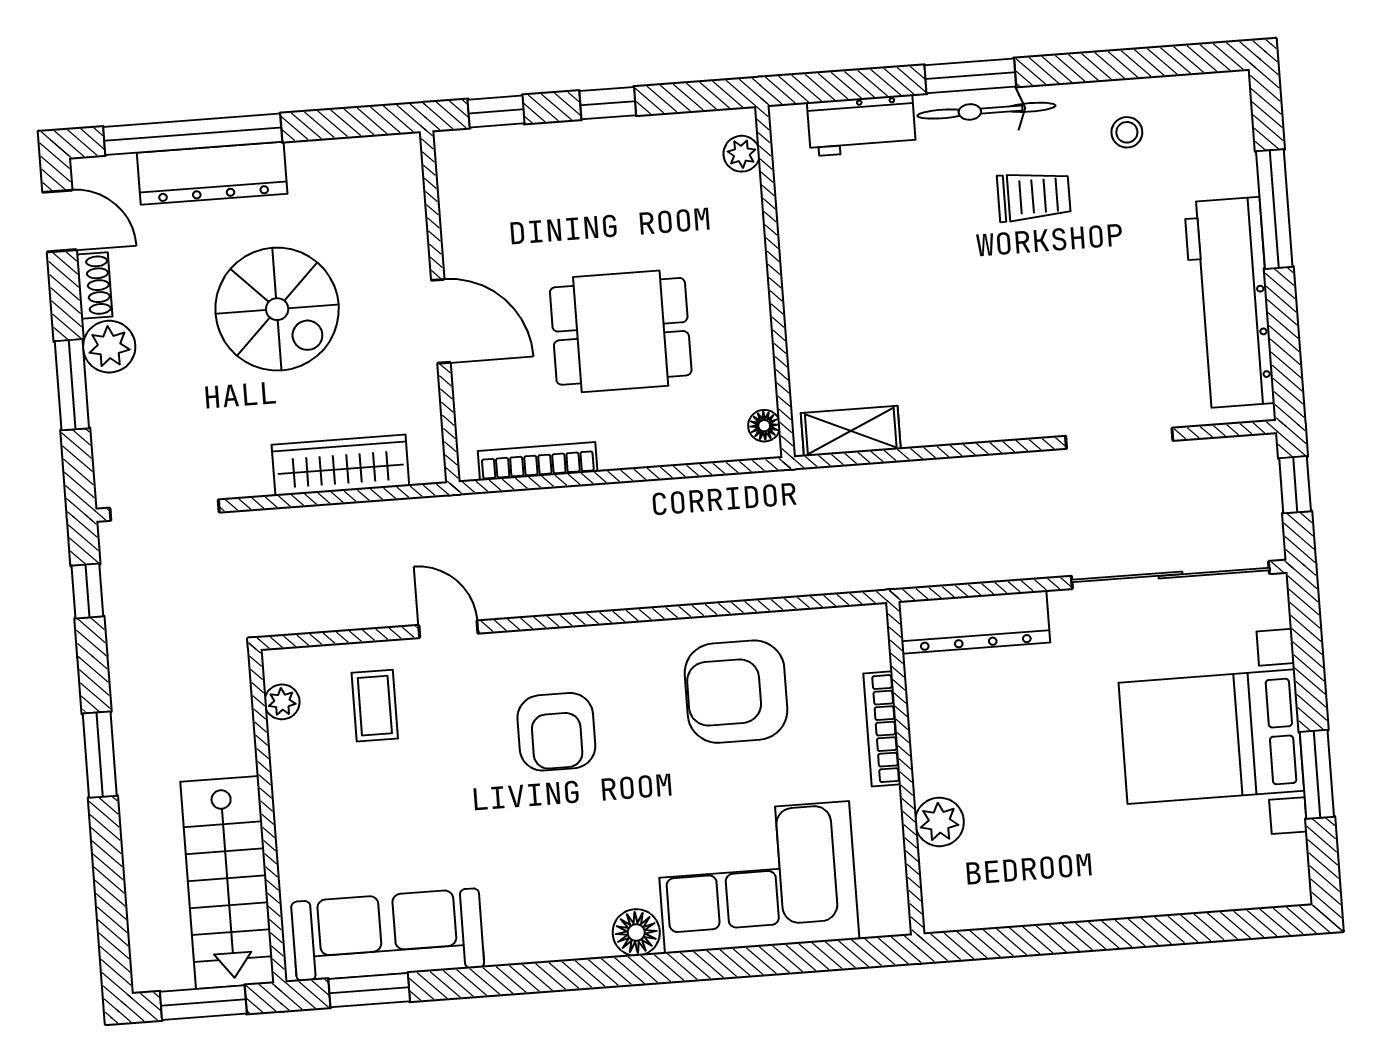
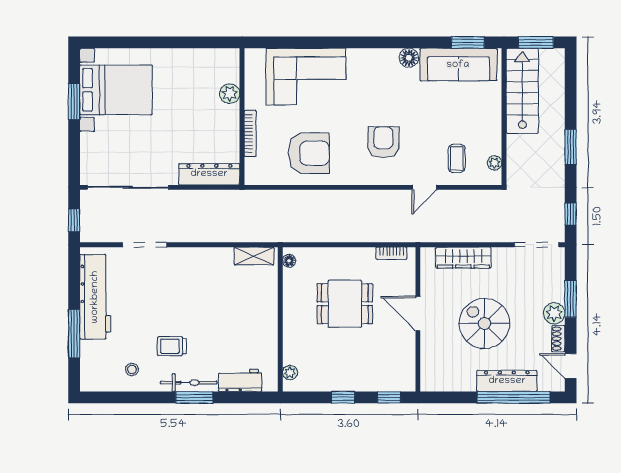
bookcase: (538, 461) -> (391, 253), width x0.64
door: (448, 629) -> (424, 187), hinge flipped
bed with nightstands: (1211, 737) -> (116, 90), moved
floor lamp: (636, 932) -> (409, 58), moved

